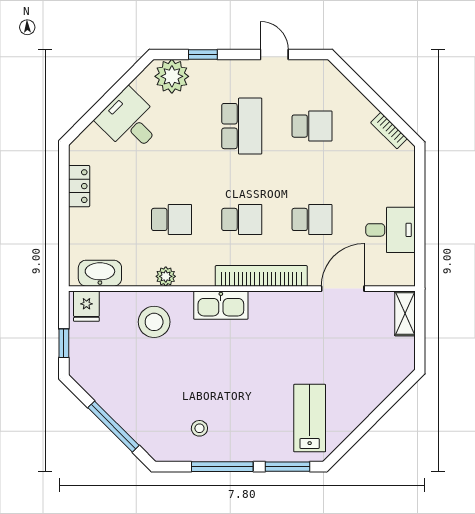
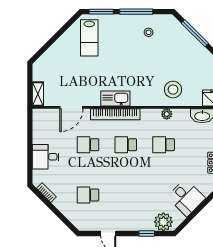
school desk: (242, 126) -> (126, 195), removed
desk: (390, 230) -> (46, 157), moved
kitchen sink: (221, 305) -> (115, 99), moved

